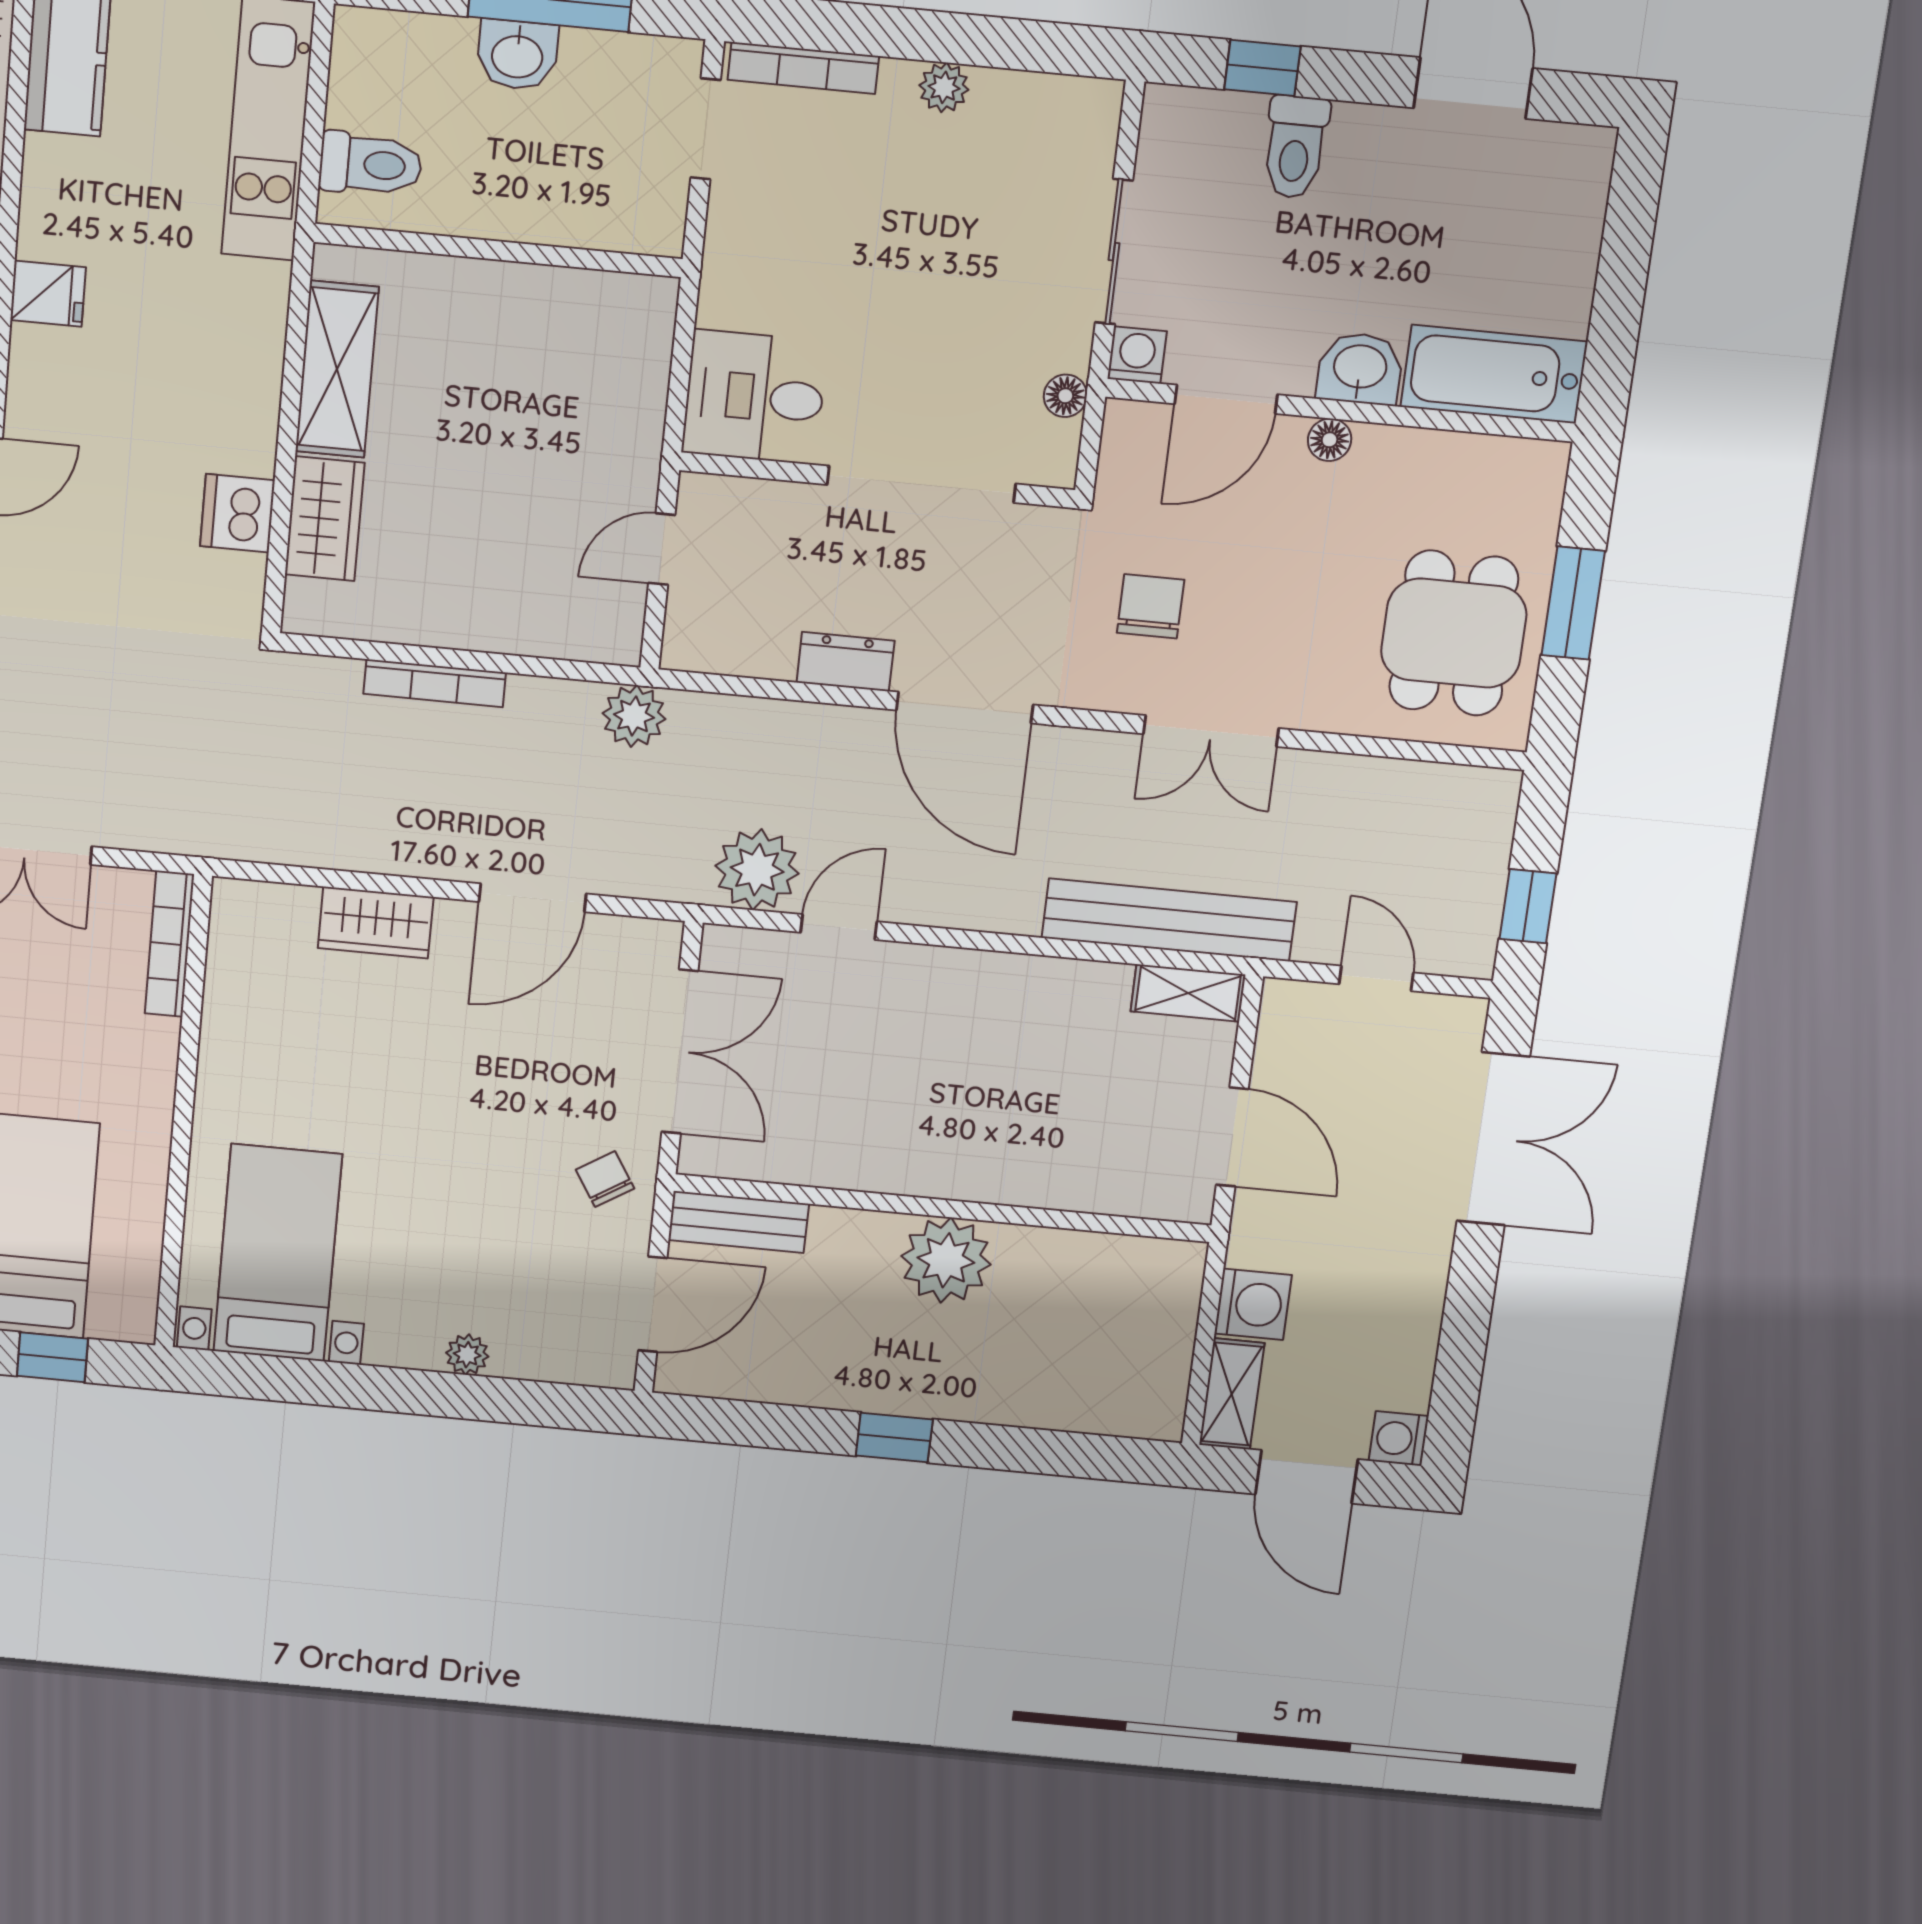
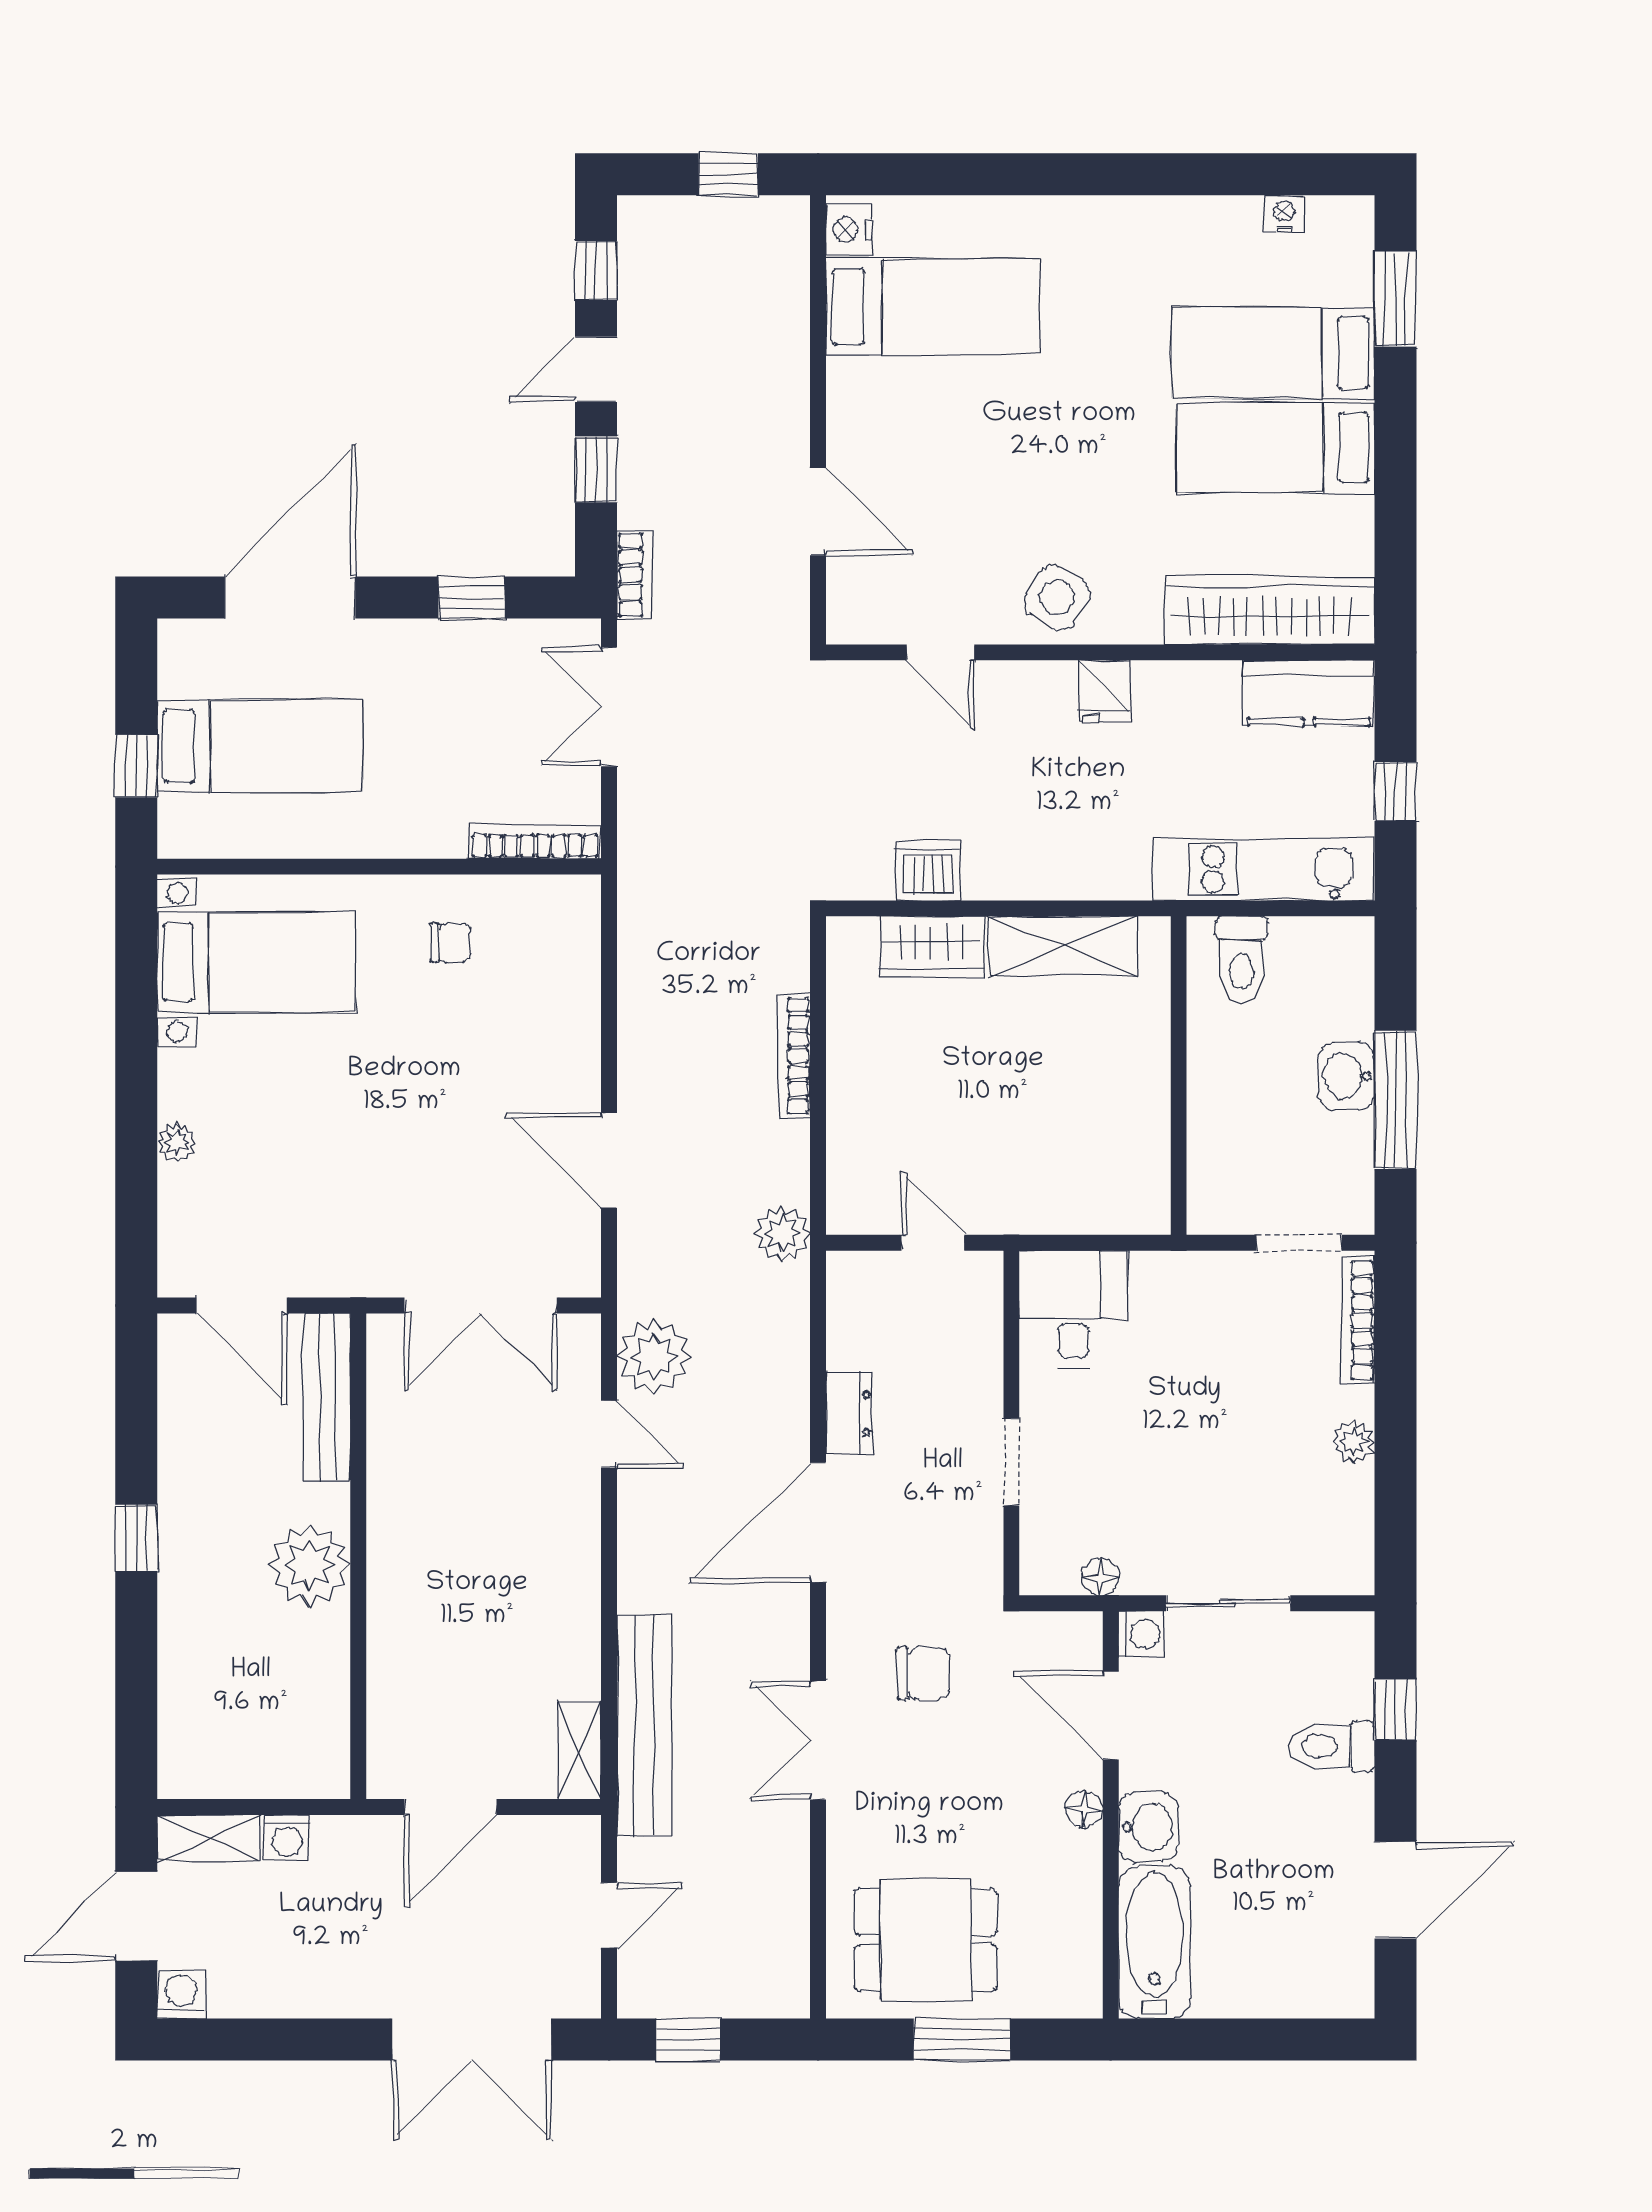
doorway: (921, 484) -> (1011, 1462), width x0.53
wardrobe: (376, 923) -> (573, 1023), removed
chair: (605, 1179) -> (451, 942), moved, turned 32
bench: (739, 1222) -> (327, 1397), width x1.36
washing machine: (1253, 1304) -> (287, 1838), width x0.73, depth x0.73

